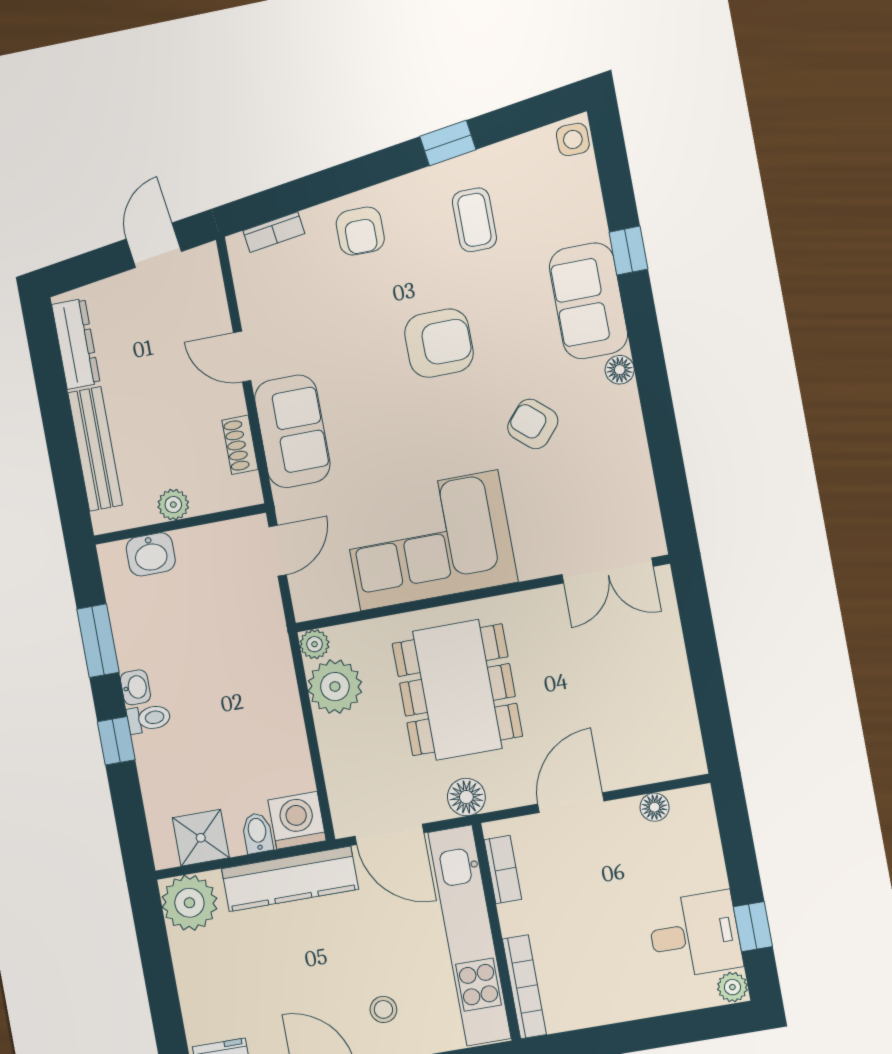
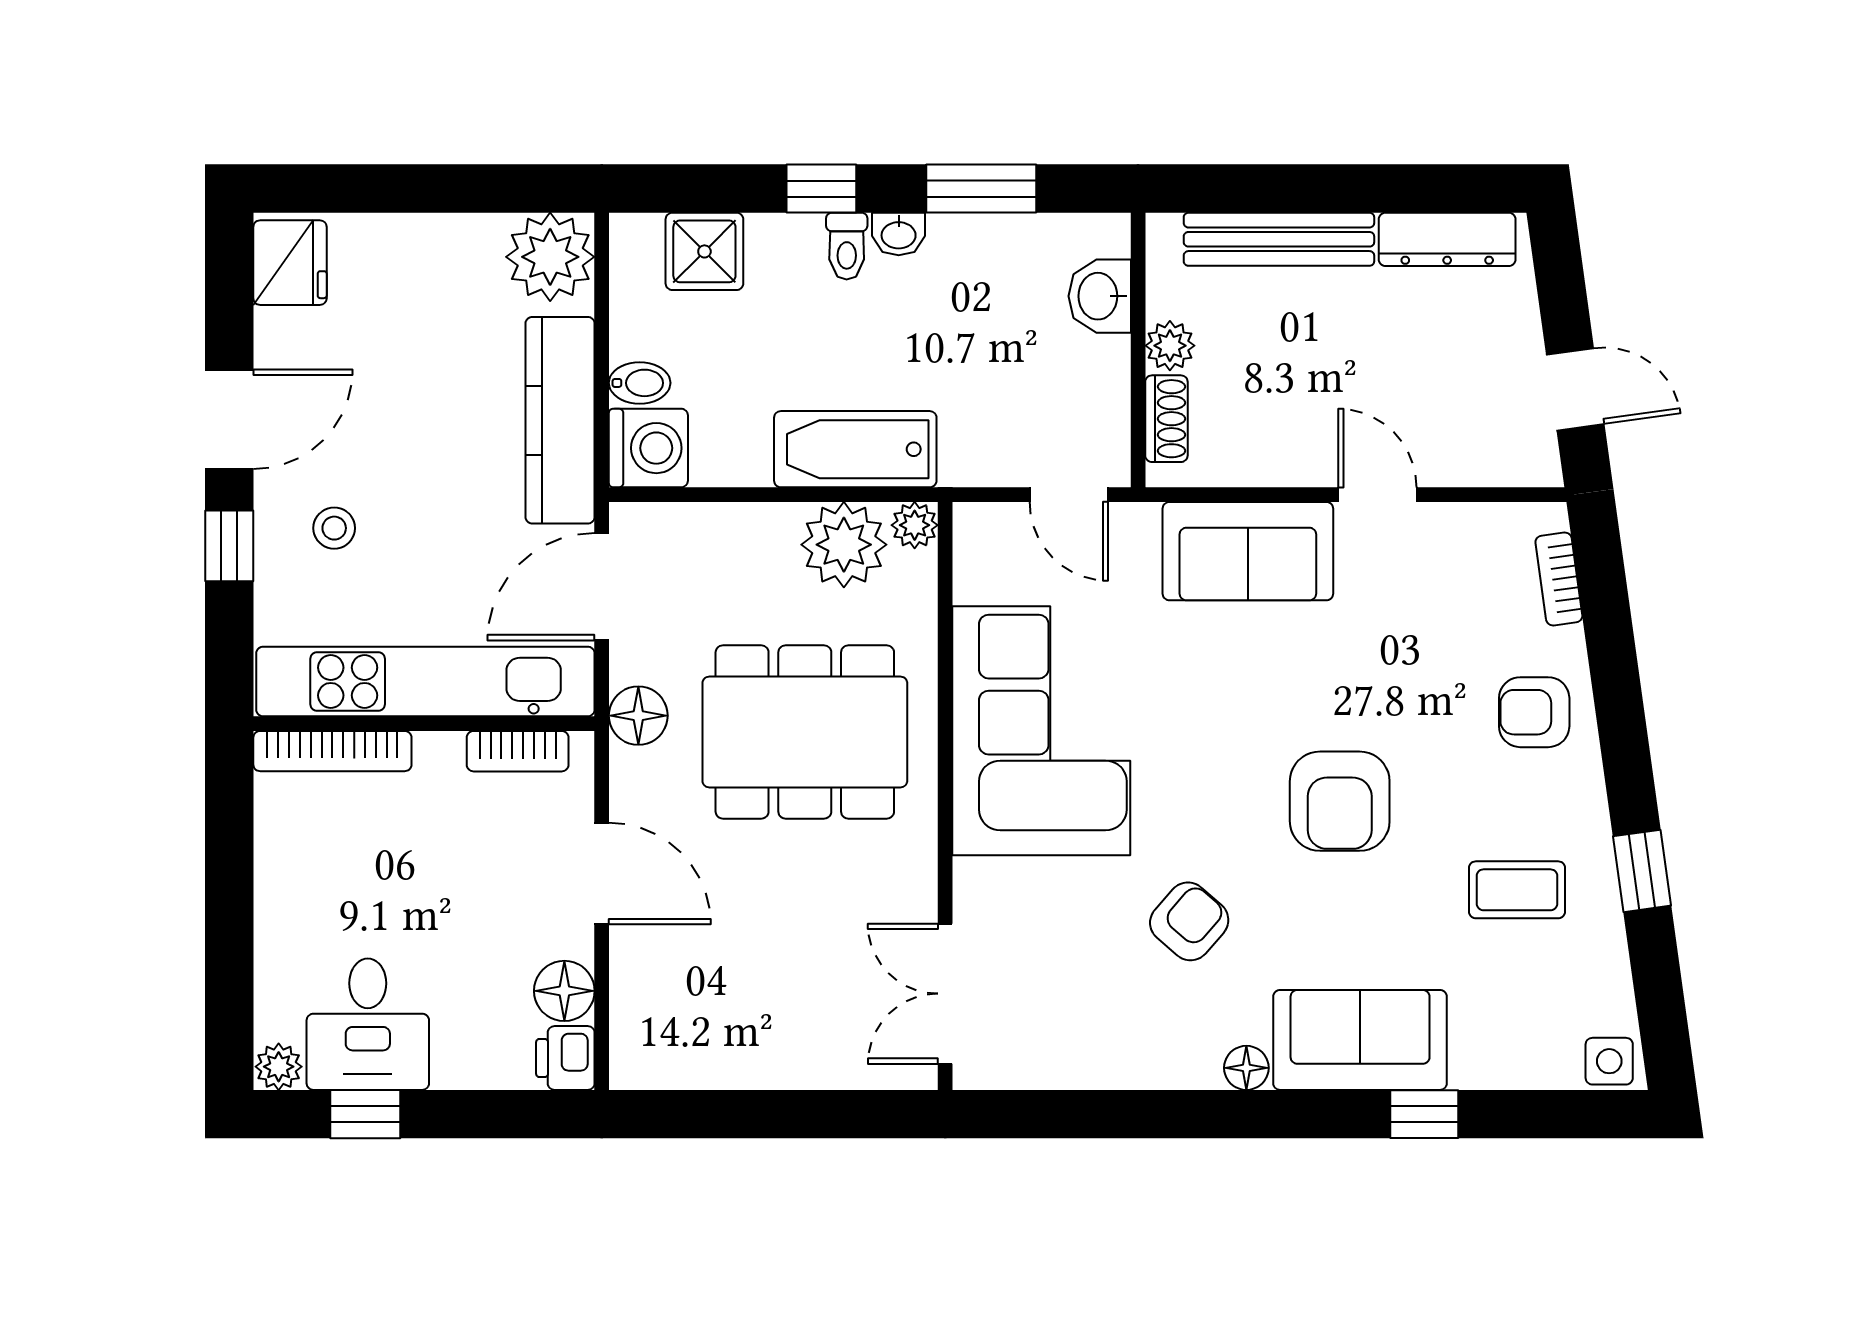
door: (242, 357) -> (1377, 495), hinge flipped
shoe rack: (240, 445) -> (1166, 419), moved, turned 90
bathtub: (274, 690) -> (855, 449), added
printer: (693, 805) -> (565, 1058), added
floor lamp: (655, 807) -> (564, 991), width x1.37, depth x1.37
shower: (201, 838) -> (704, 251), moved

